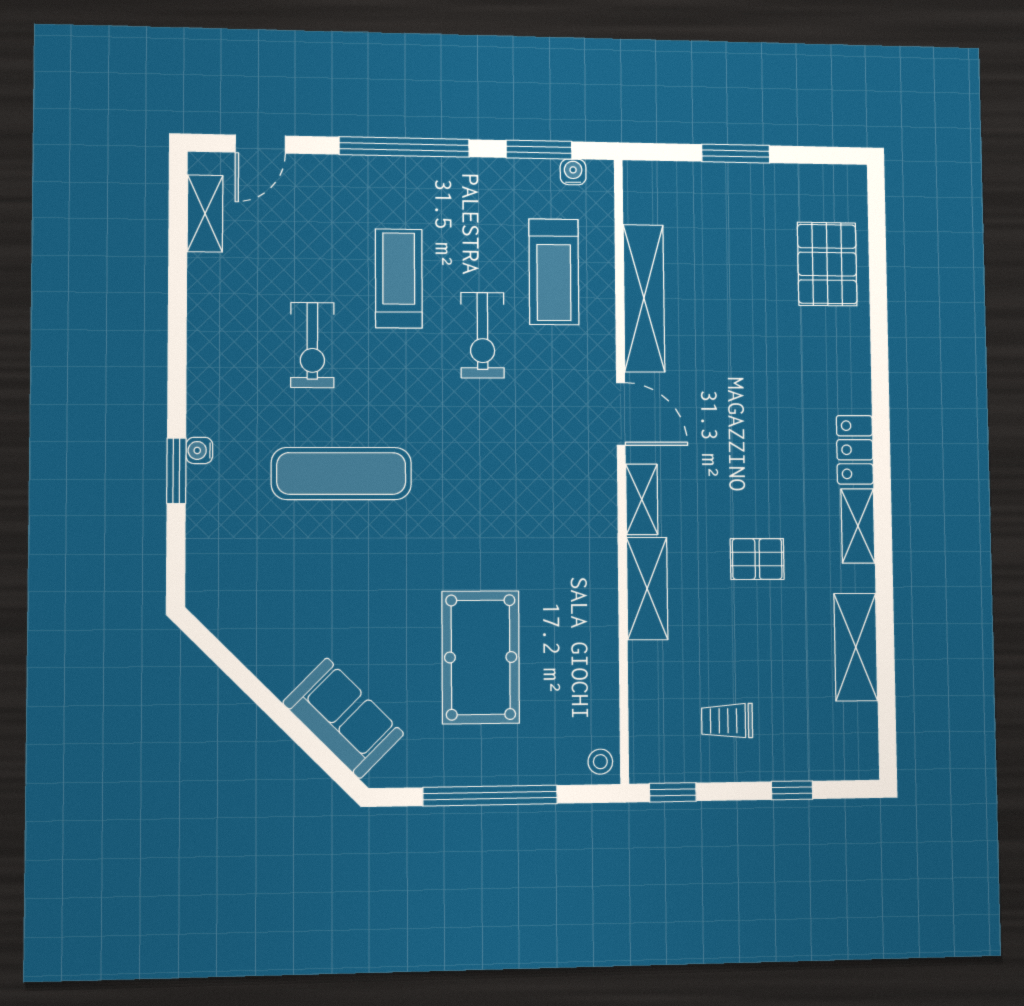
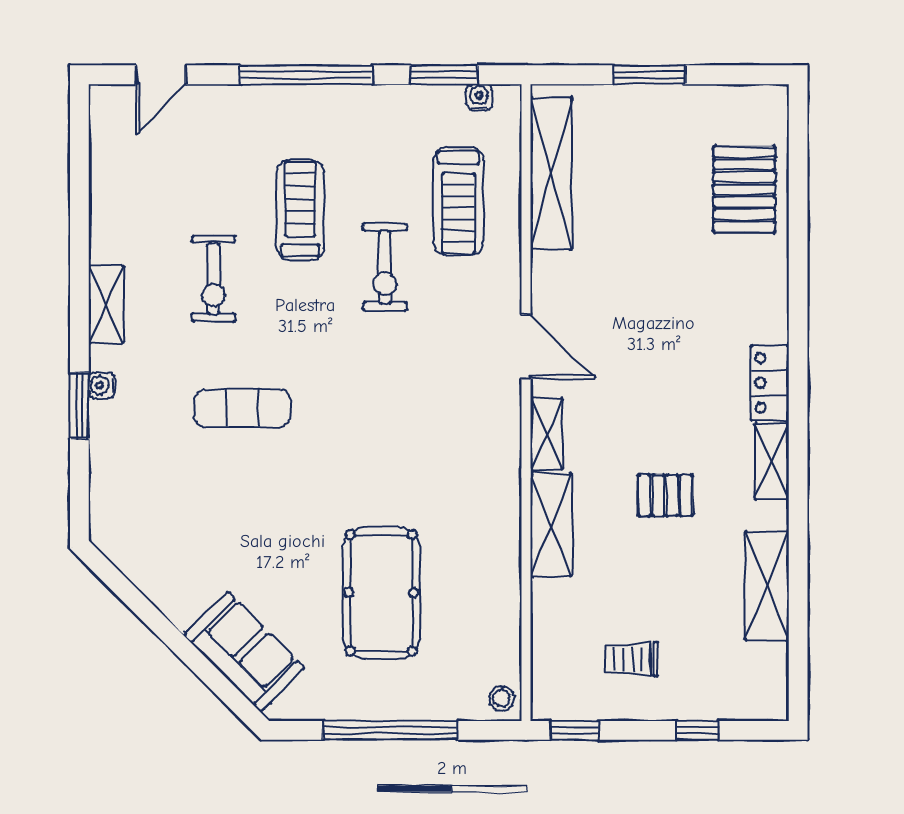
shelving: (205, 213) -> (106, 304), moved
shelving: (644, 298) -> (551, 173), moved
exercise mat: (341, 474) -> (242, 408), width x0.73, depth x0.69

